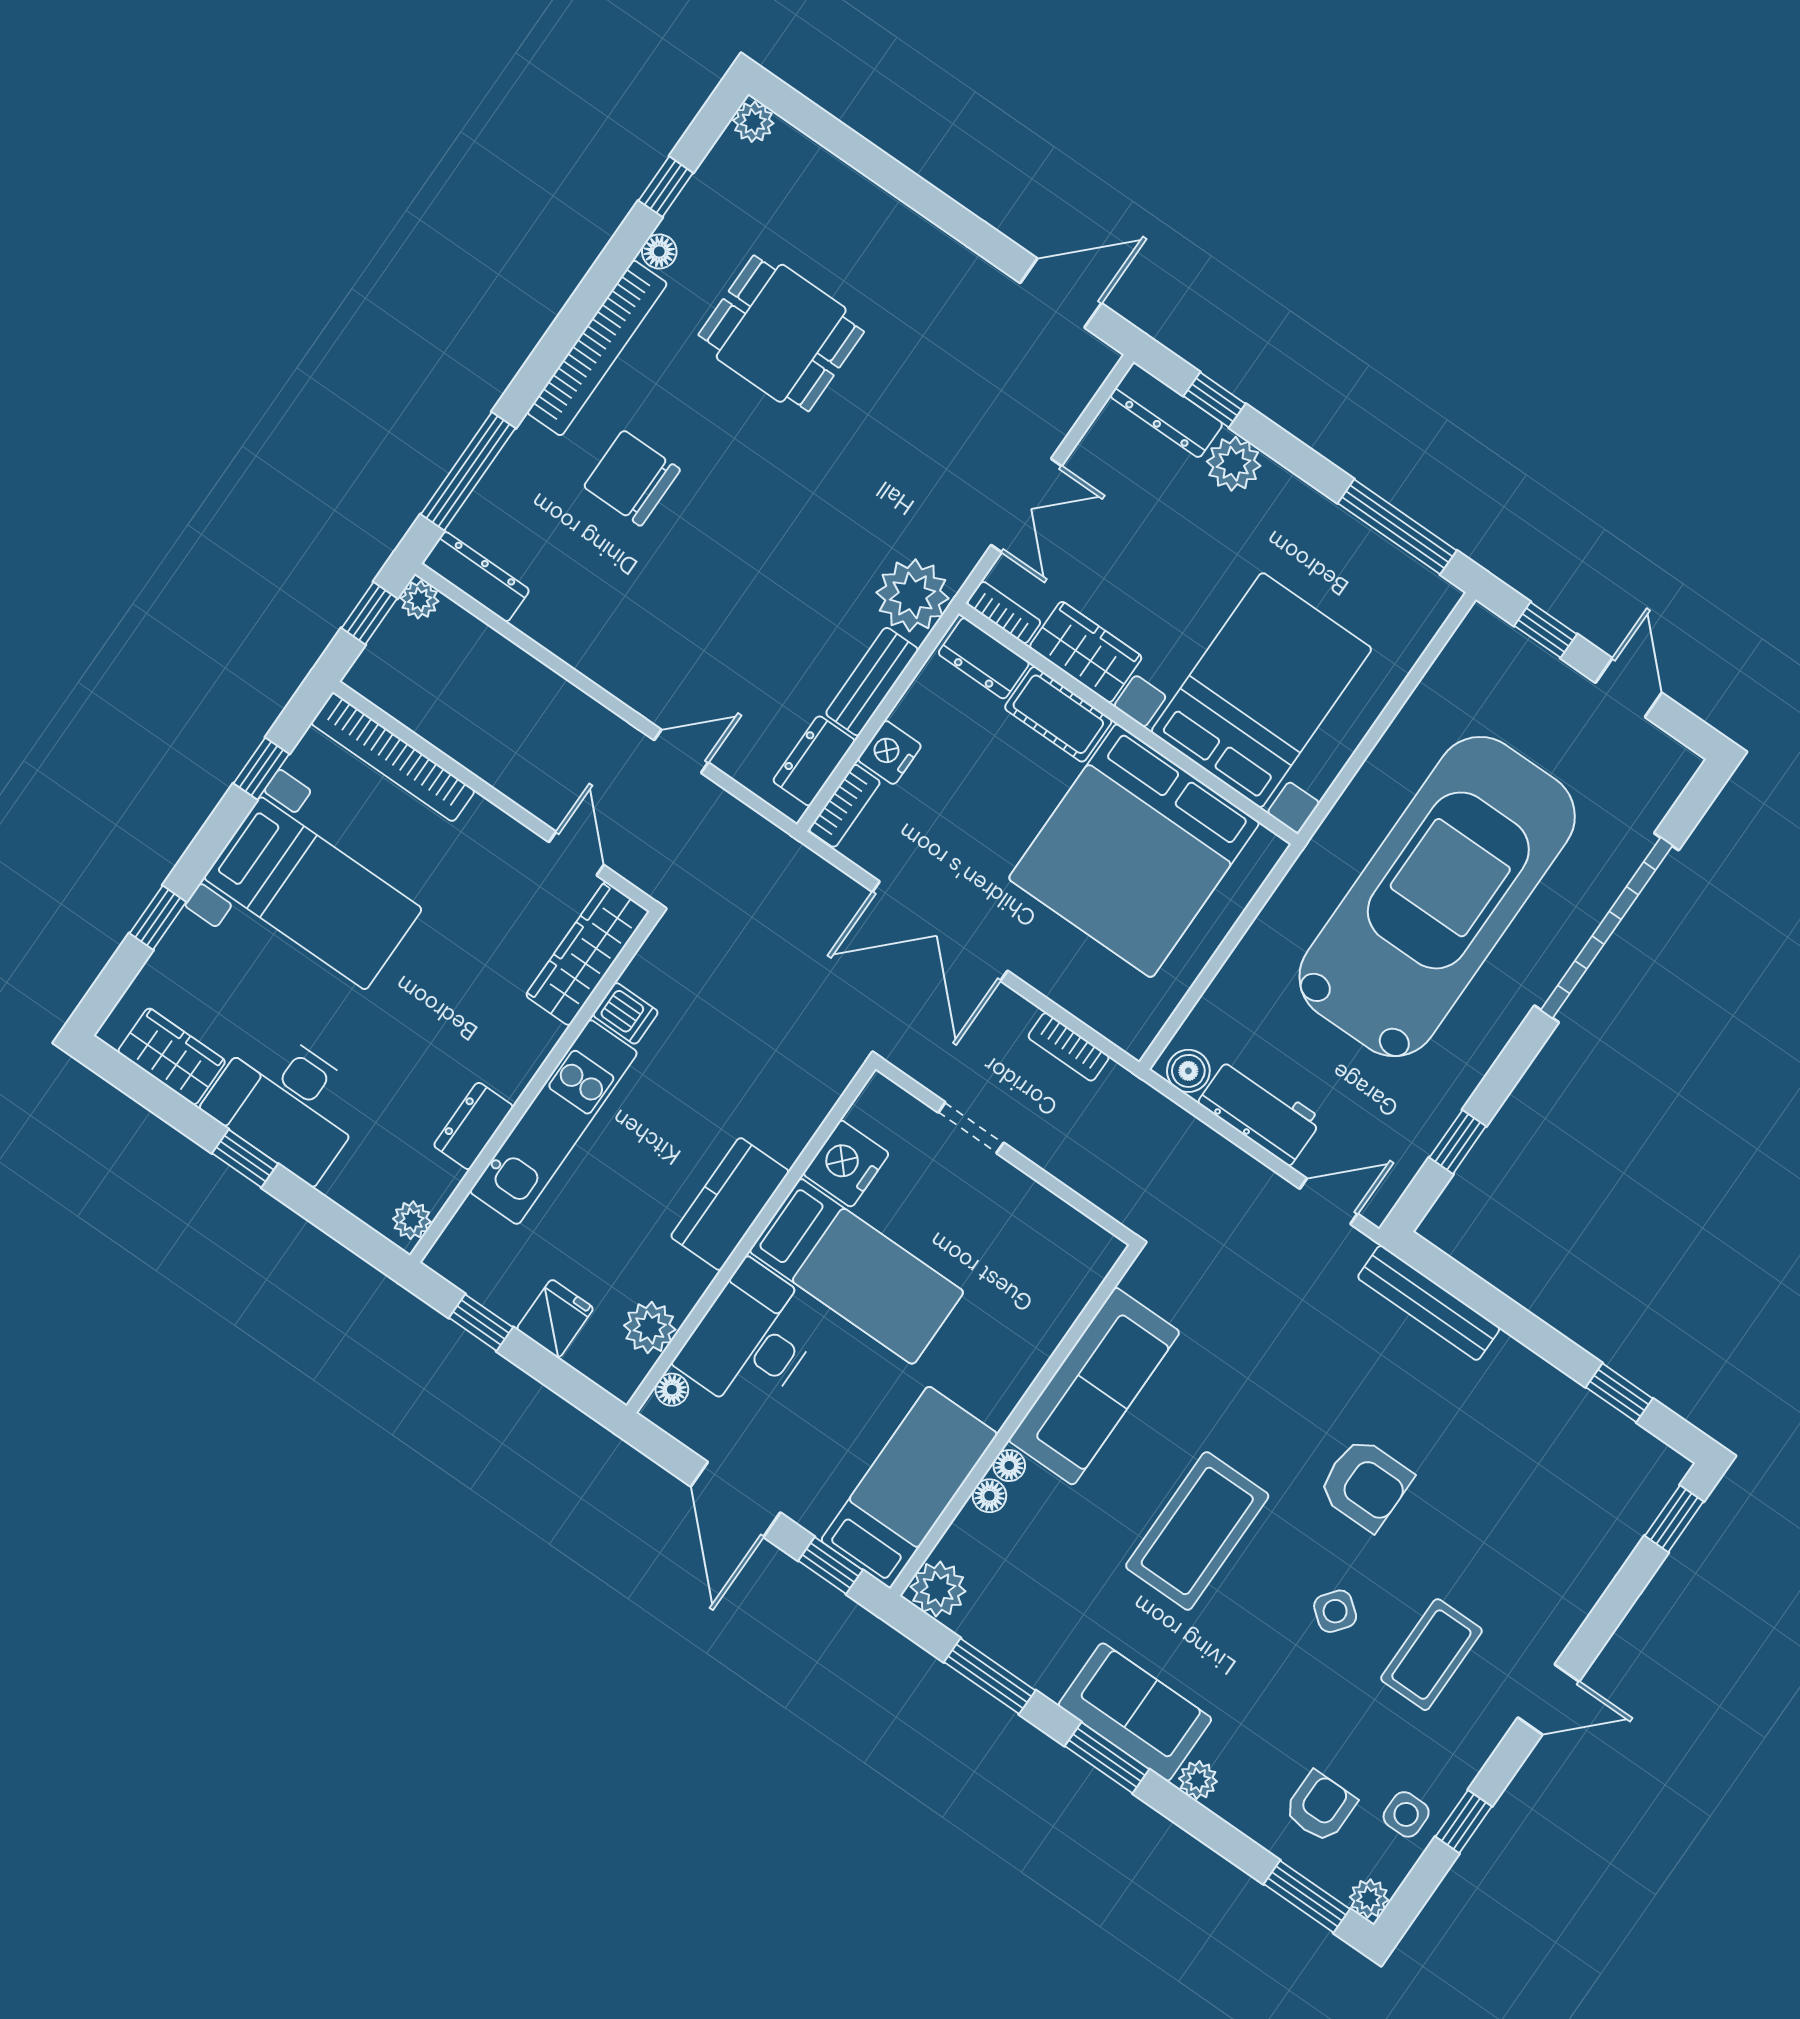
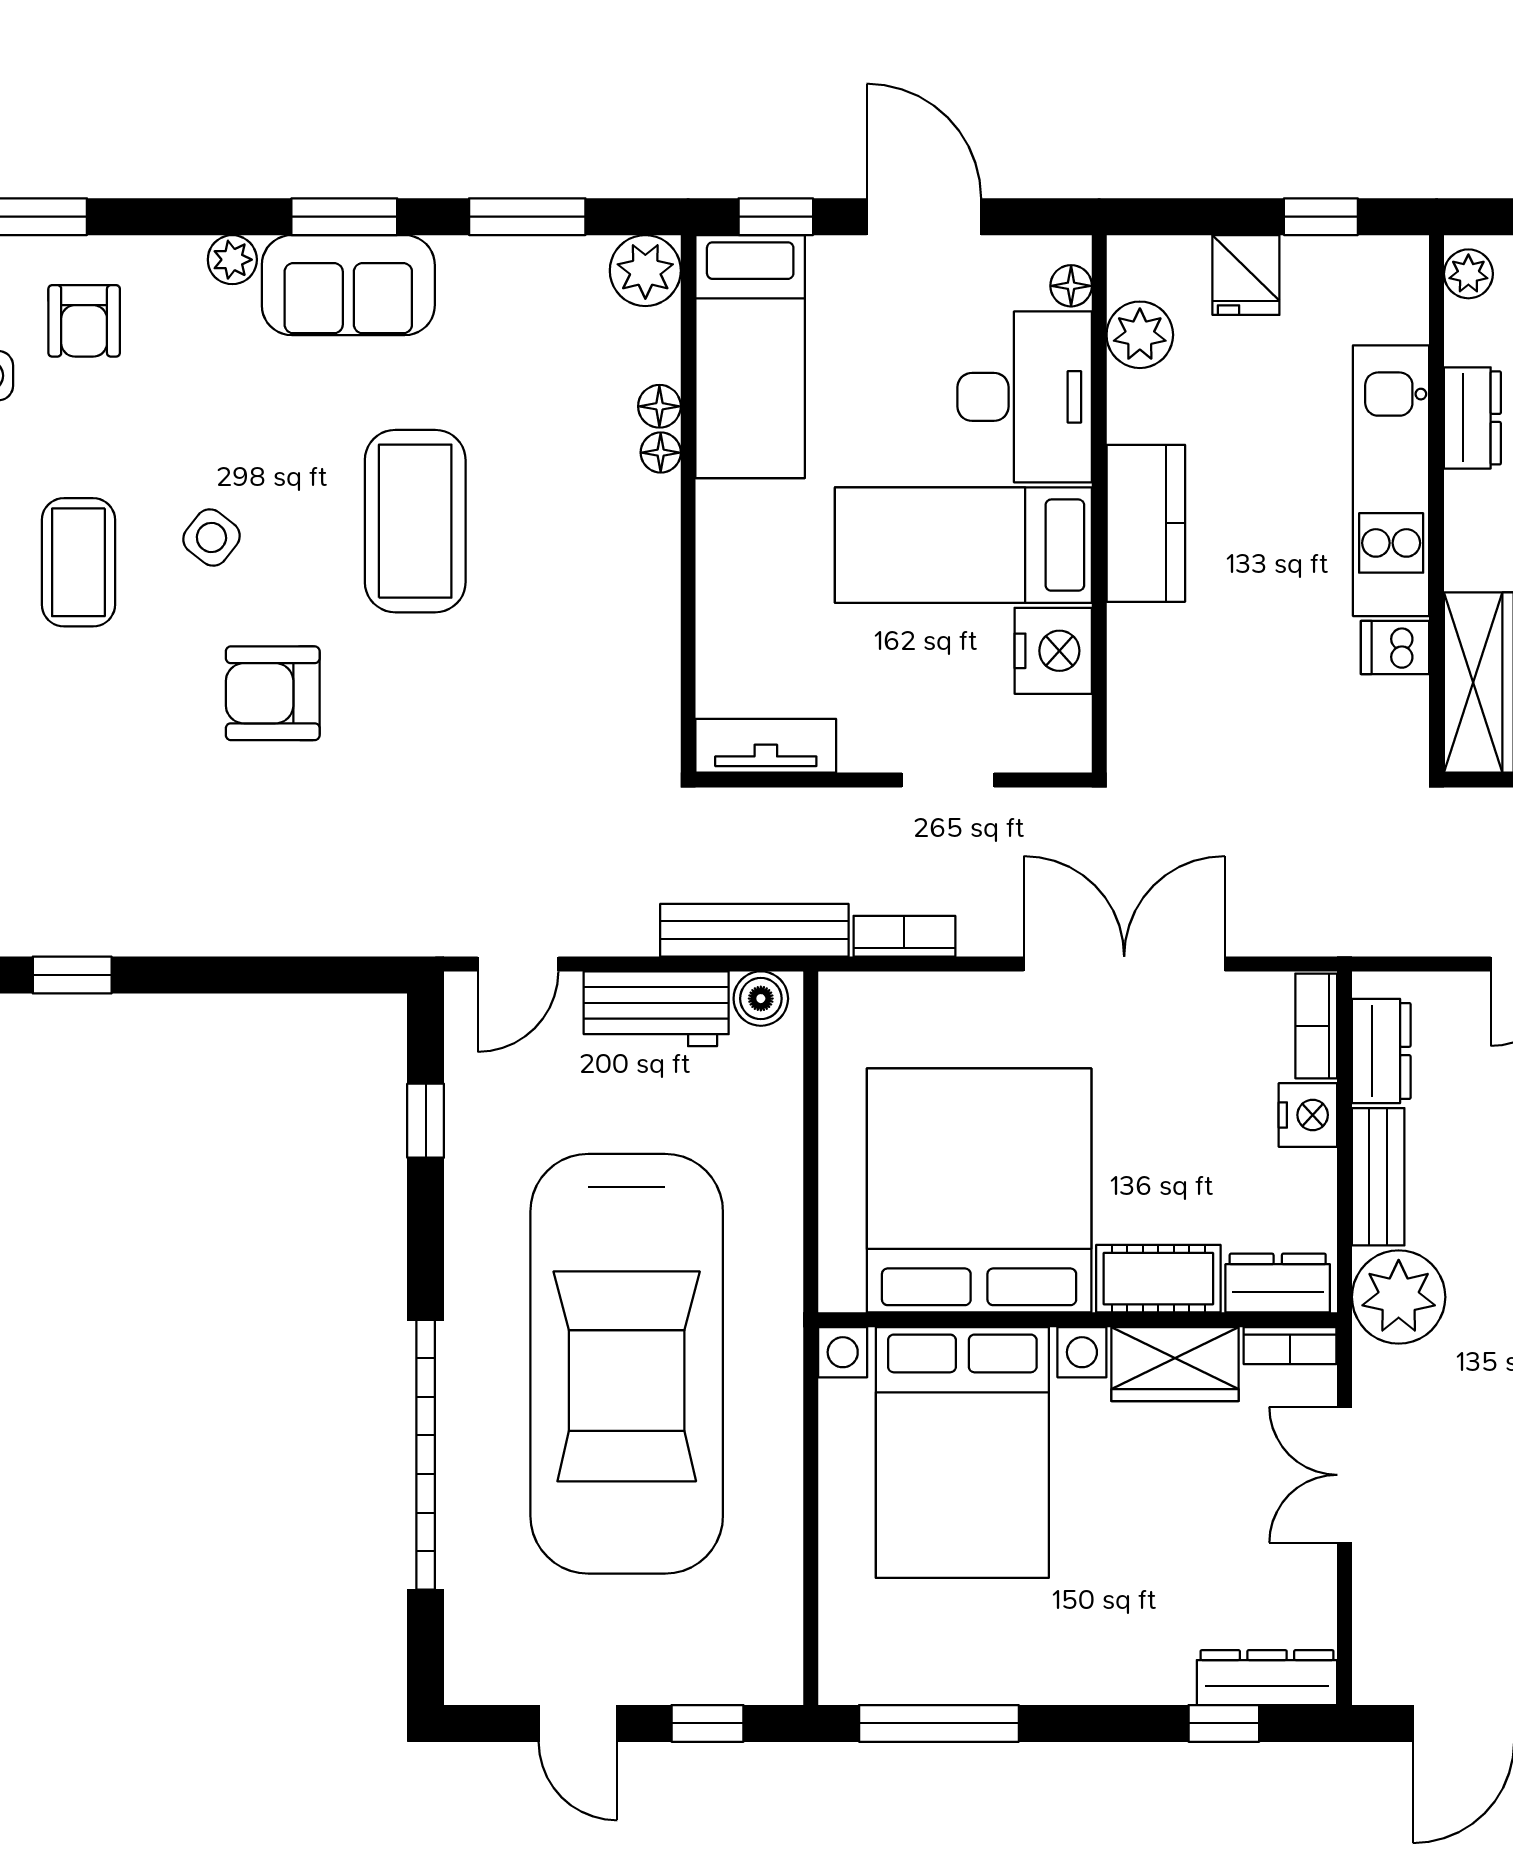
plant: (1234, 464) -> (1157, 1670), removed
tv unit: (1073, 1231) -> (766, 746), added
bench: (1429, 1303) -> (754, 930), moved
sofa: (1094, 1386) -> (630, 598), removed

